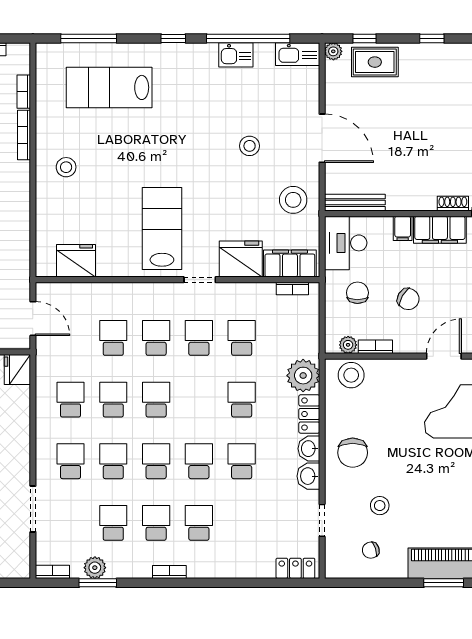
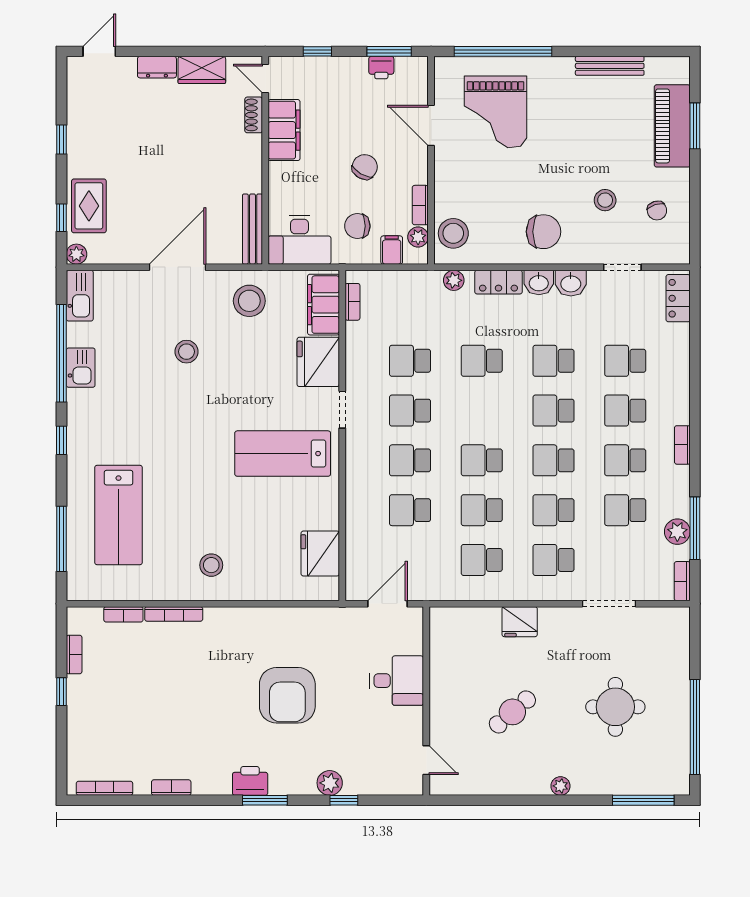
filing cabinet: (403, 228) -> (392, 250), moved, turned -90
fridge: (17, 369) -> (520, 622), moved
plant: (303, 376) -> (454, 280), width x0.53, depth x0.53
school desk: (242, 523) -> (625, 361), added
window: (98, 583) -> (695, 528), width x1.44

